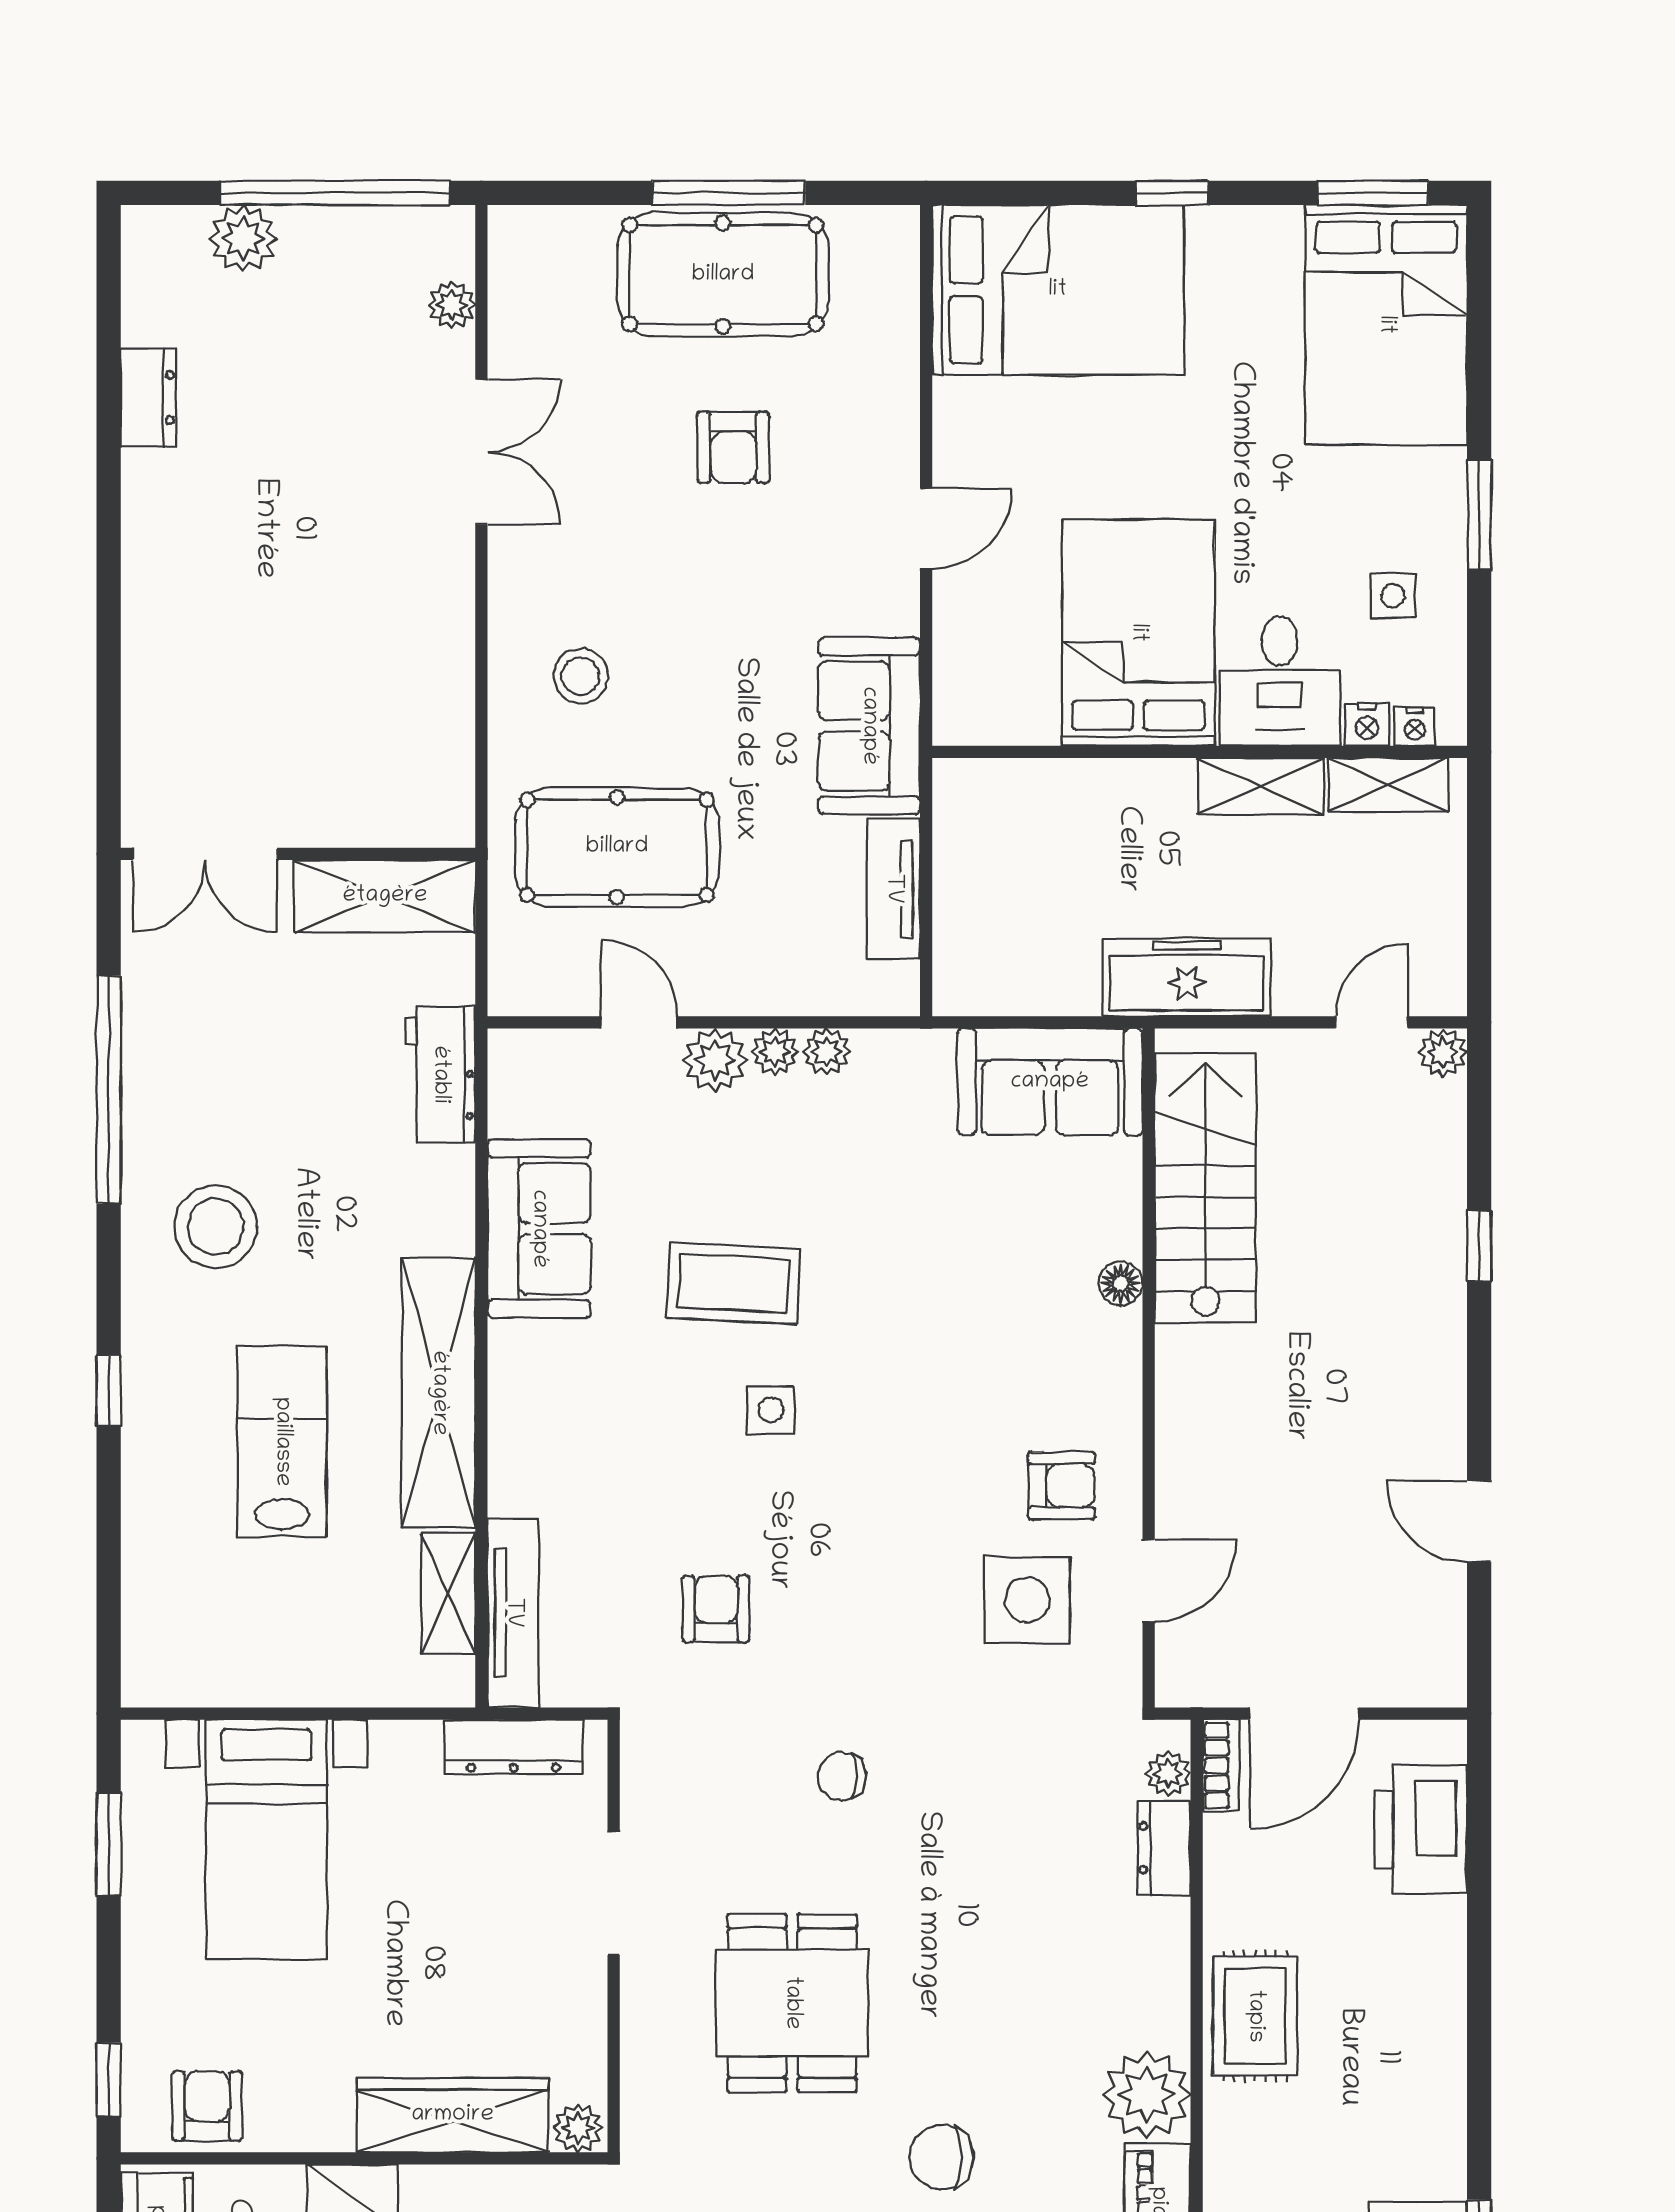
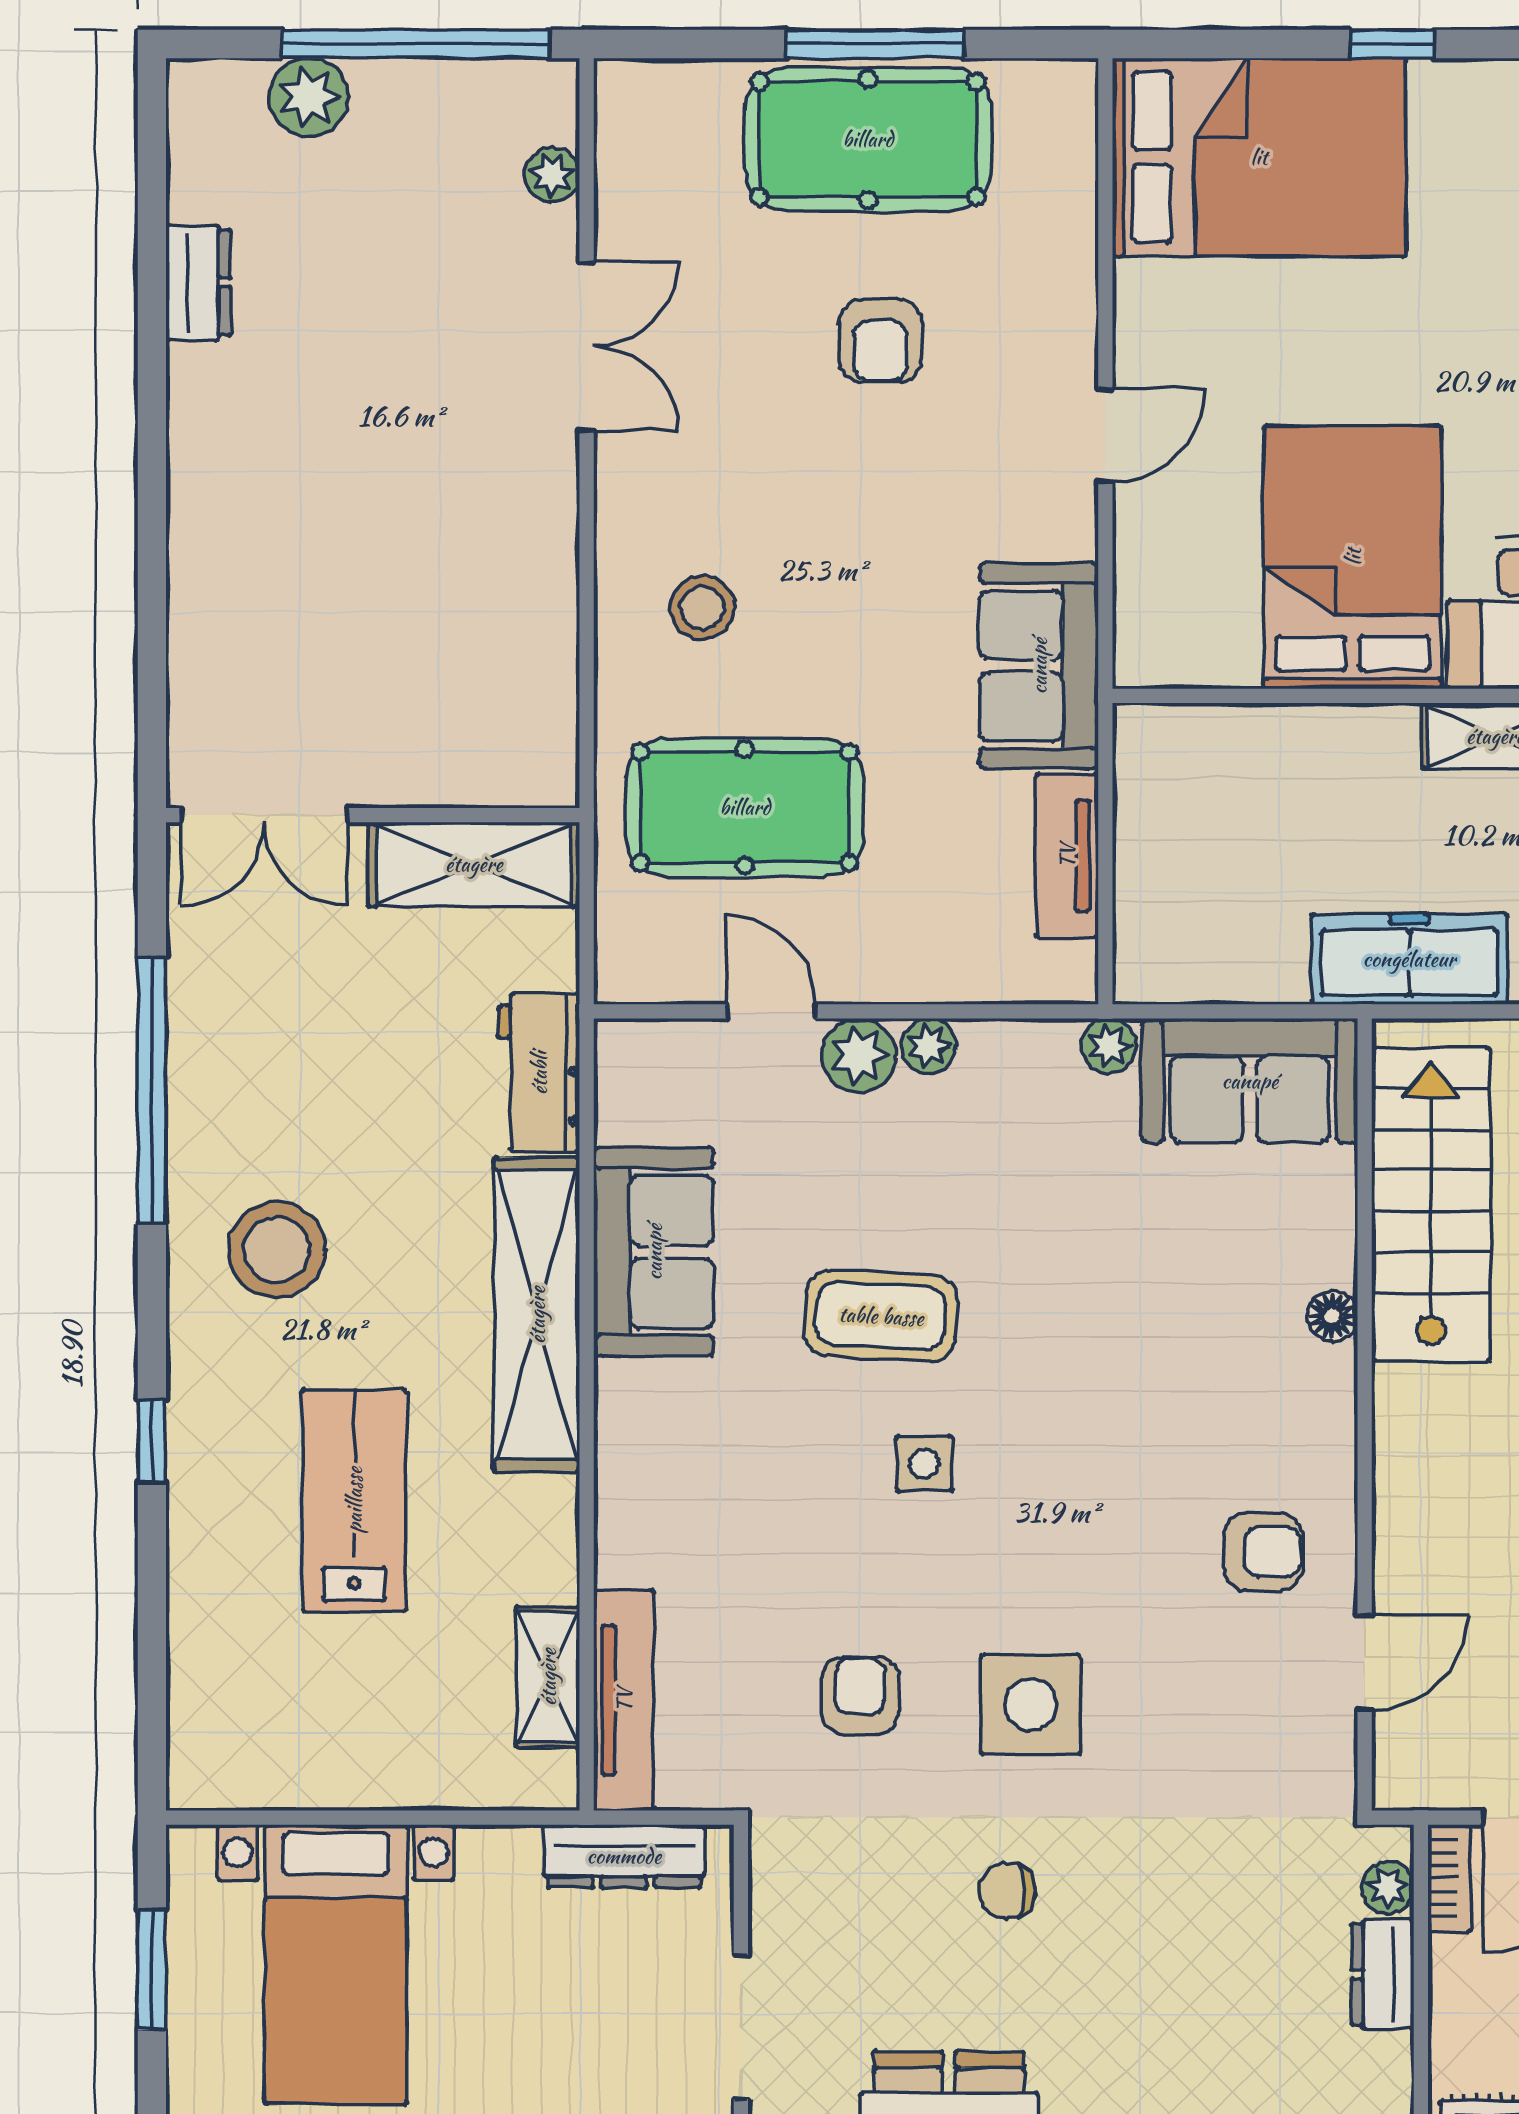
plant: (827, 1052) -> (1109, 1046), moved
shelving: (439, 1393) -> (537, 1315), moved
side table: (1027, 1600) -> (1031, 1705), moved

